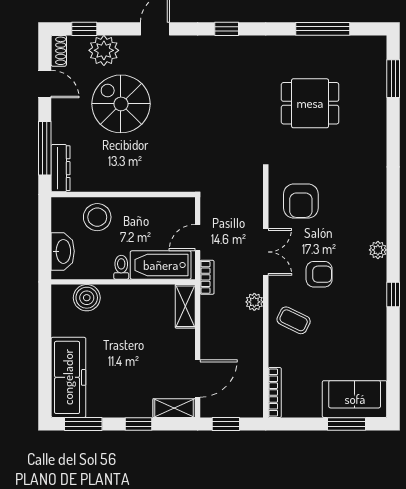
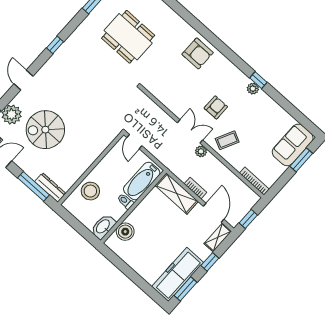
dining table: (310, 103) -> (128, 37), width x1.38
armchair: (301, 201) -> (198, 53), moved
door: (198, 238) -> (134, 142), moved
plant: (378, 250) -> (253, 89), moved
washbasin: (63, 251) -> (103, 227), moved, turned -90
double door: (266, 252) -> (190, 131), moved
bookcase: (207, 277) -> (195, 188), moved
shelving: (185, 306) -> (177, 193), width x1.50, depth x1.33
freezer: (68, 377) -> (178, 274), moved, turned -90

